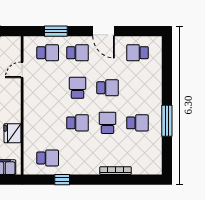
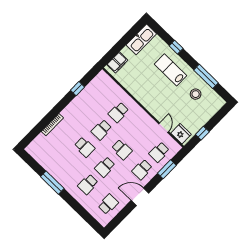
school desk: (137, 123) -> (88, 184), moved
fridge: (12, 133) -> (181, 134), moved
school desk: (48, 158) -> (118, 112), moved

